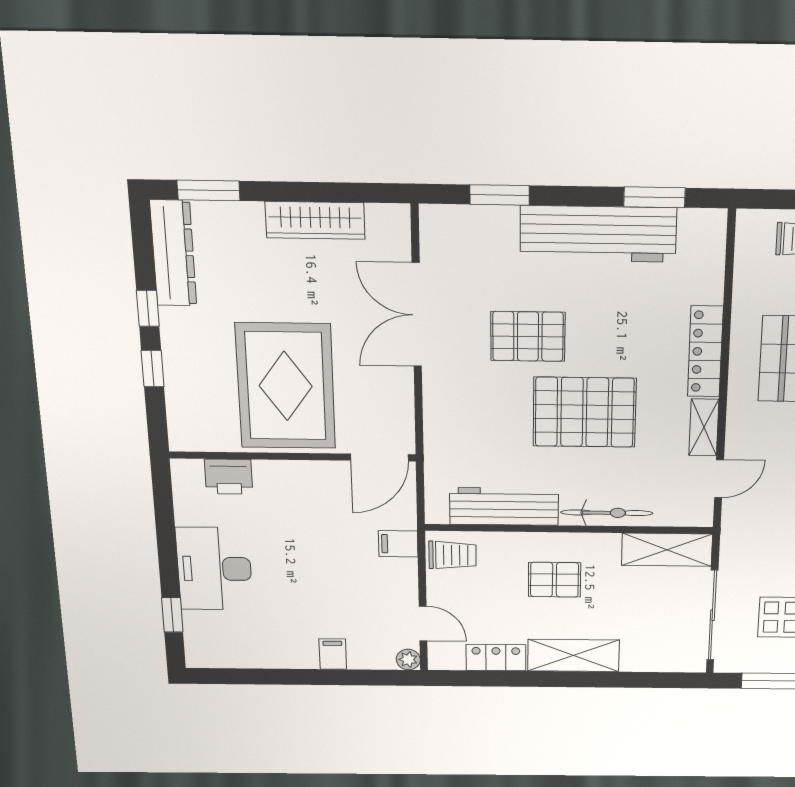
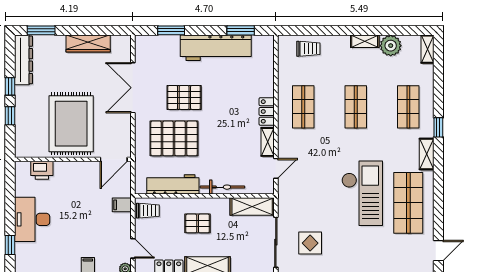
locker: (705, 351) -> (267, 111), width x0.66
pallet: (585, 412) -> (174, 138), moved

